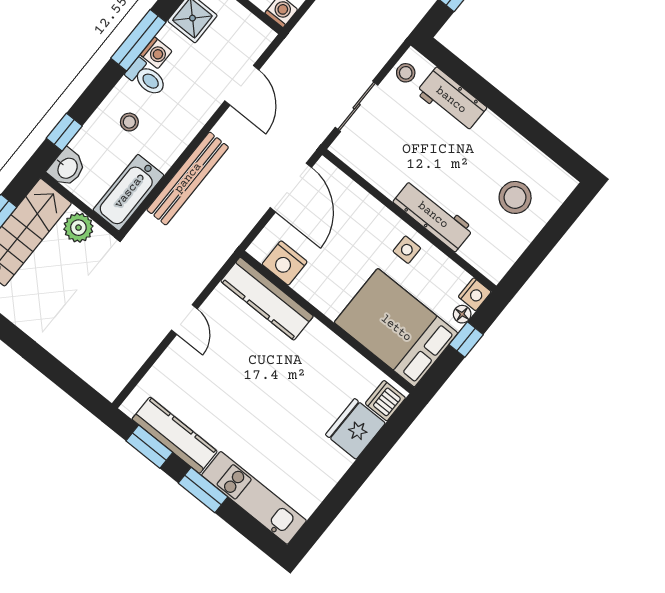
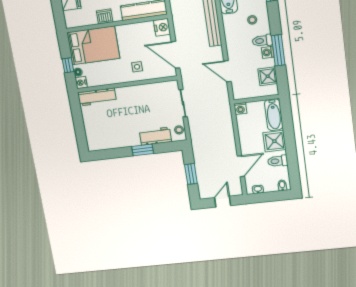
window: (494, 99) -> (143, 150), added
stool: (515, 197) -> (102, 126), removed
workbench: (433, 215) -> (97, 97), moved
side table: (407, 250) -> (137, 67), moved
nightstand: (285, 263) -> (162, 27), moved, turned 90
dishwasher: (385, 401) -> (105, 16), moved, turned -90

